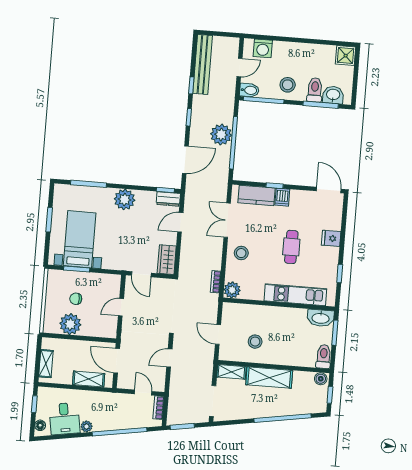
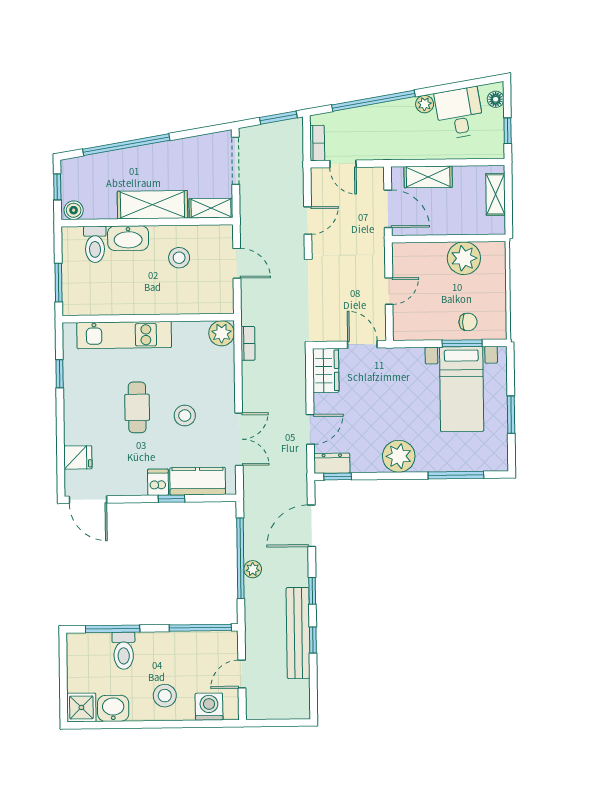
bench: (203, 64) -> (298, 633), moved
stool: (288, 85) -> (165, 696), moved
bidet: (249, 90) -> (224, 641), removed
washbasin: (333, 95) -> (113, 708), moved, turned 180
plant: (221, 135) -> (253, 569), width x0.53, depth x0.53
fridge: (331, 238) -> (78, 457), moved
stool: (241, 253) -> (185, 416), moved
chair: (76, 299) -> (468, 322), moved
washbasin: (321, 318) -> (128, 238), moved, turned 180
toilet: (324, 356) -> (95, 244), moved

